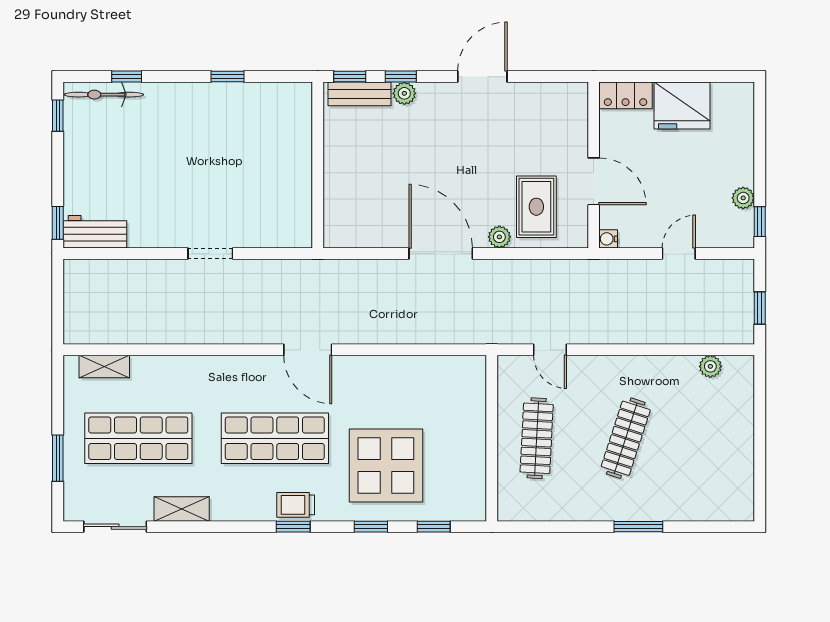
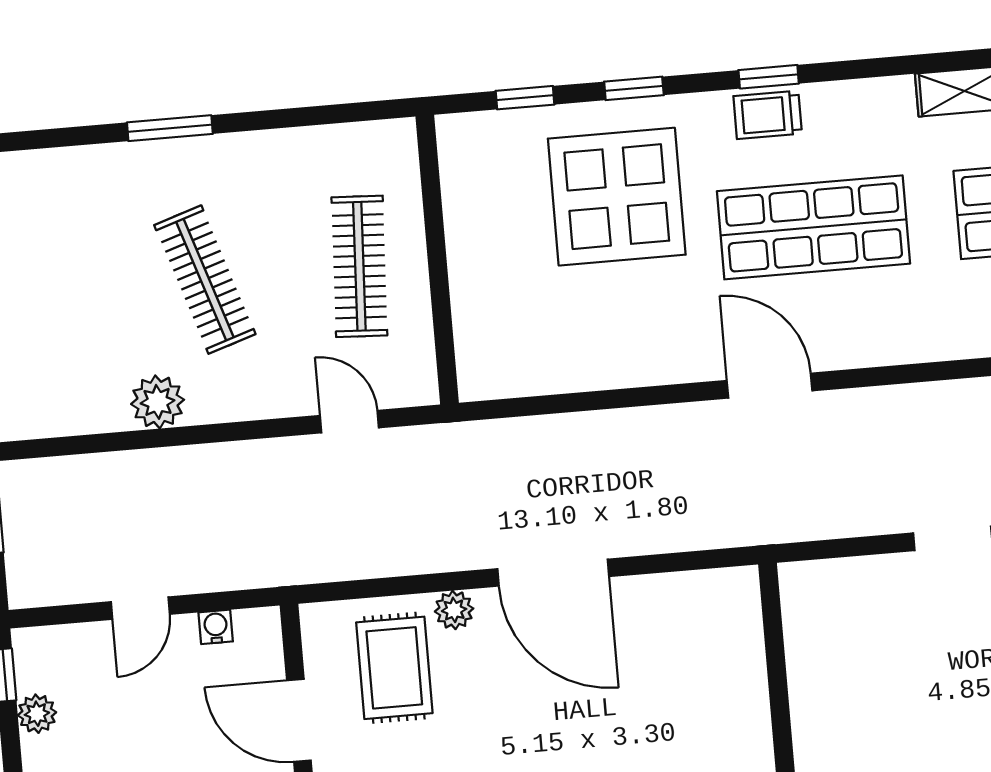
water cooler: (608, 239) -> (216, 627), moved, turned -90
plant: (710, 366) -> (158, 402), moved, width x1.38, depth x1.38
clothes rail: (626, 438) -> (205, 280), turned -36
trolley: (296, 505) -> (768, 115), turned 180

